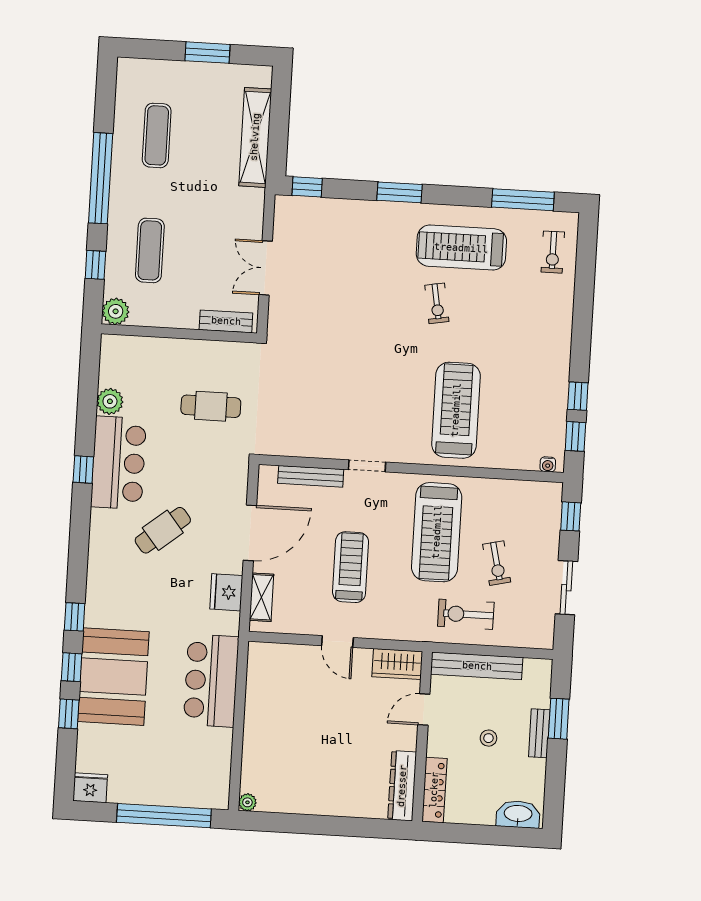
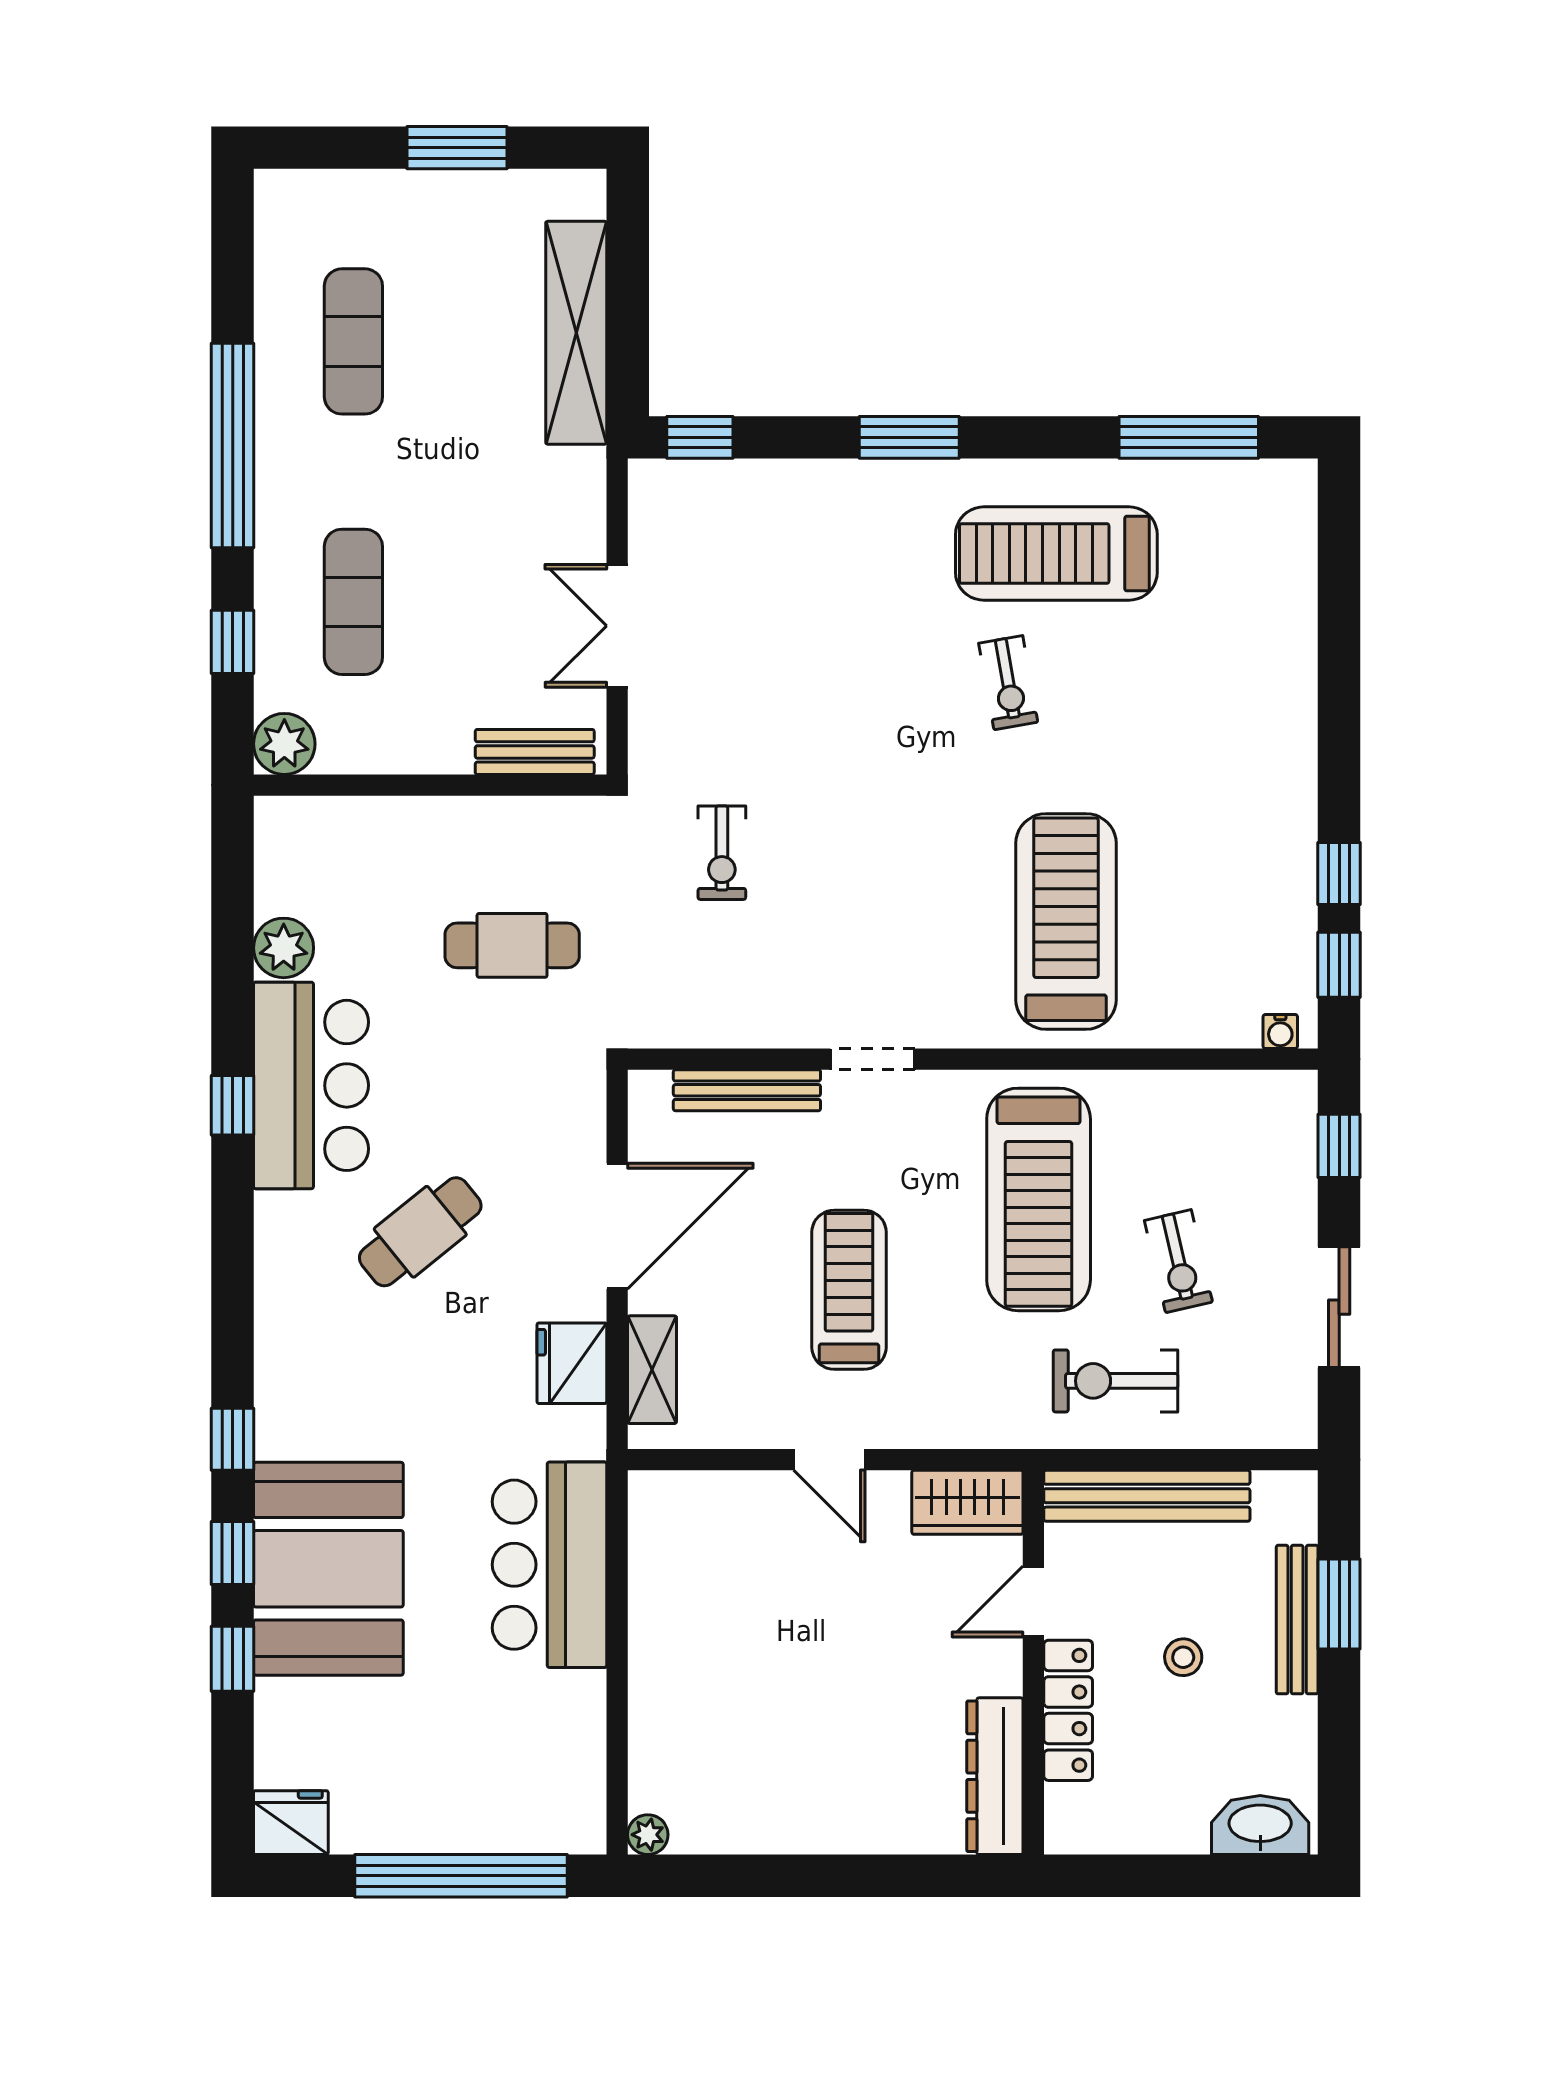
exercise bike: (553, 252) -> (722, 853), moved
bench: (539, 733) -> (1297, 1620), width x1.36
locker: (434, 790) -> (1068, 1710), moved

